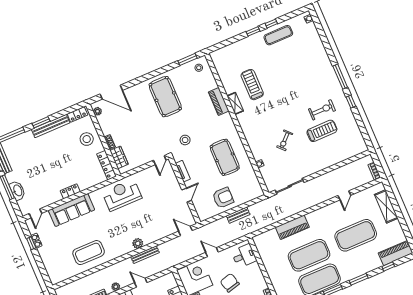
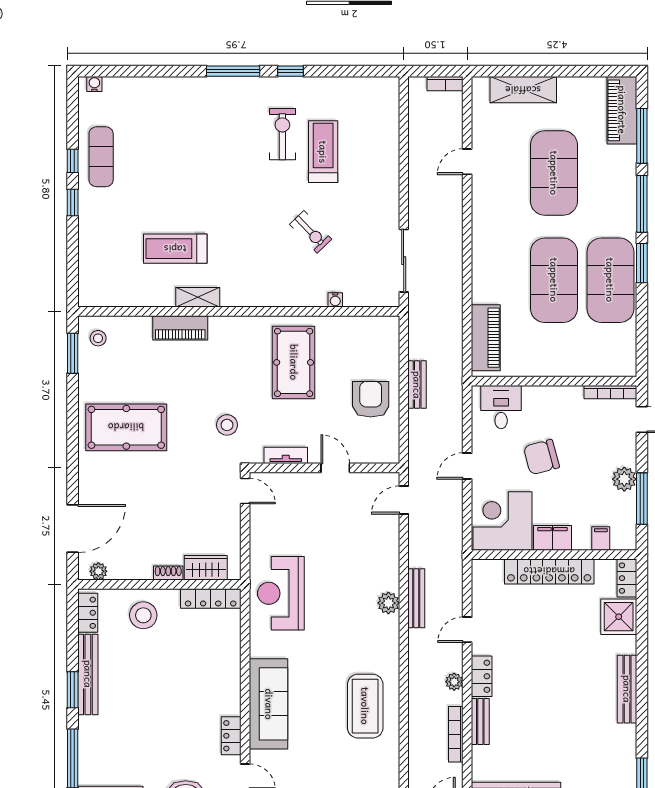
pool table: (225, 157) -> (294, 362), turned 90
locker: (70, 191) -> (231, 736), moved
door: (344, 195) -> (467, 162), swing flipped
piano: (292, 227) -> (486, 338), moved
window: (388, 267) -> (642, 136), width x2.17
window: (359, 279) -> (642, 204), width x1.44

